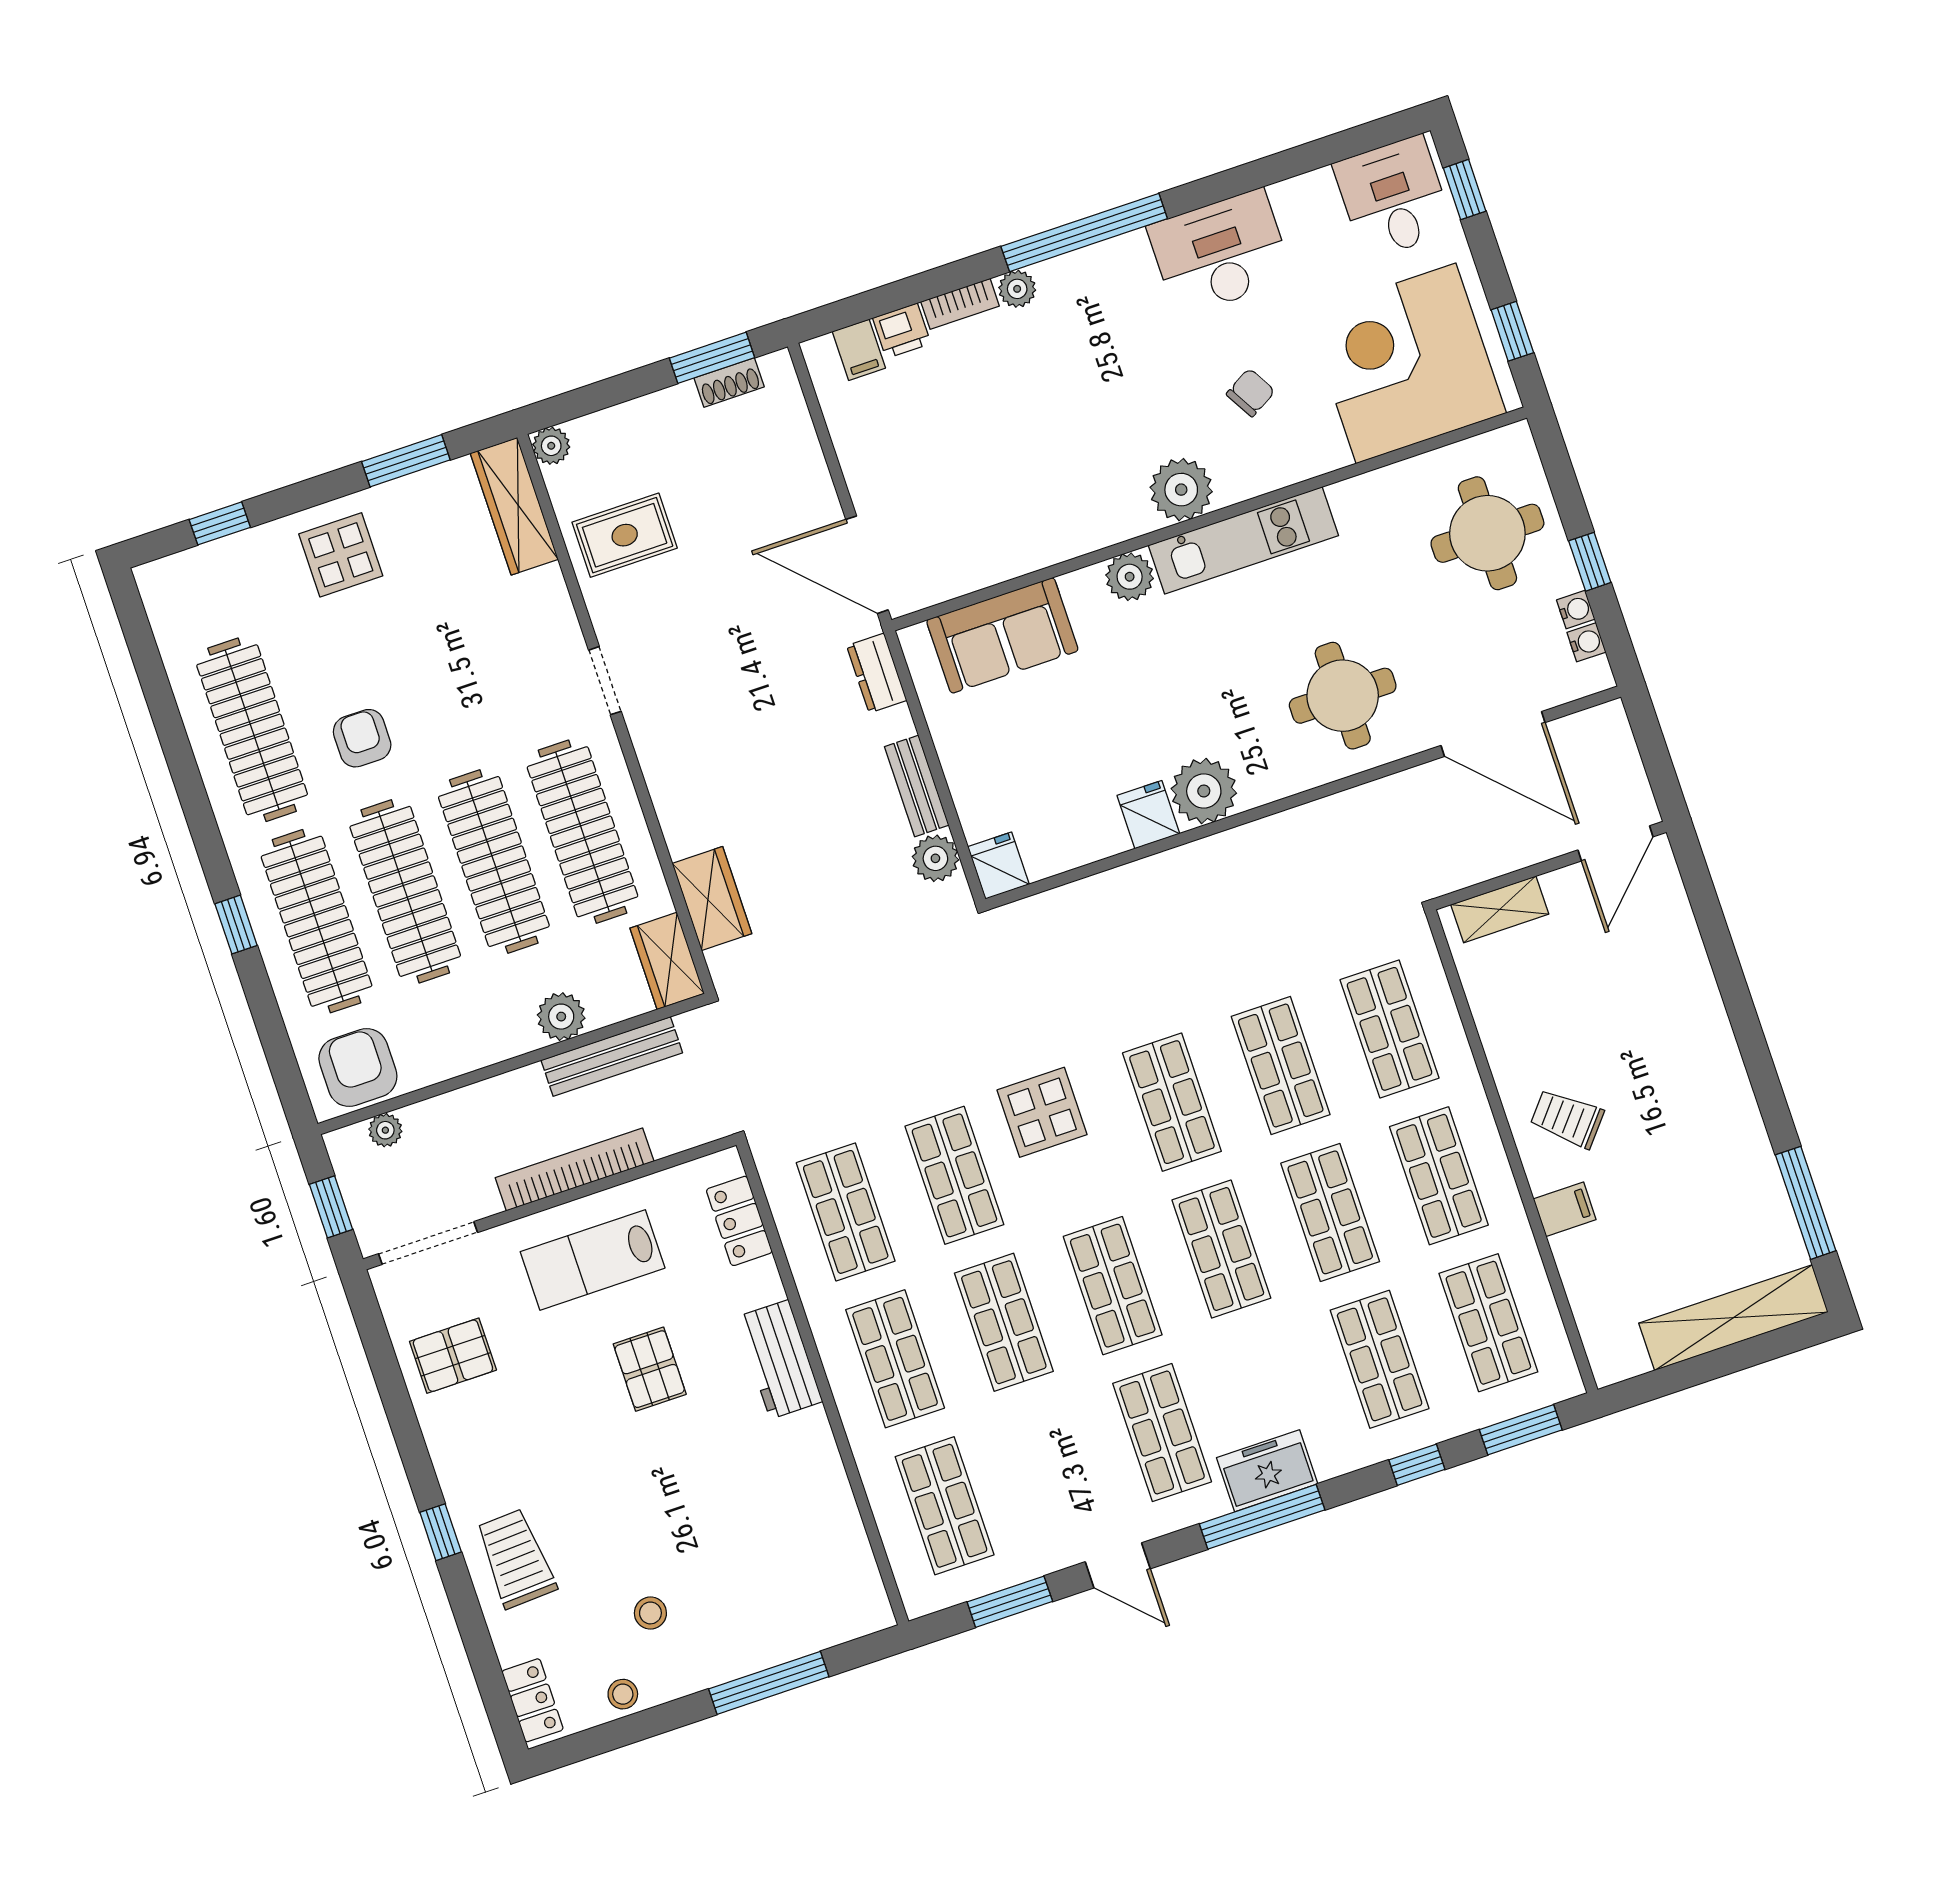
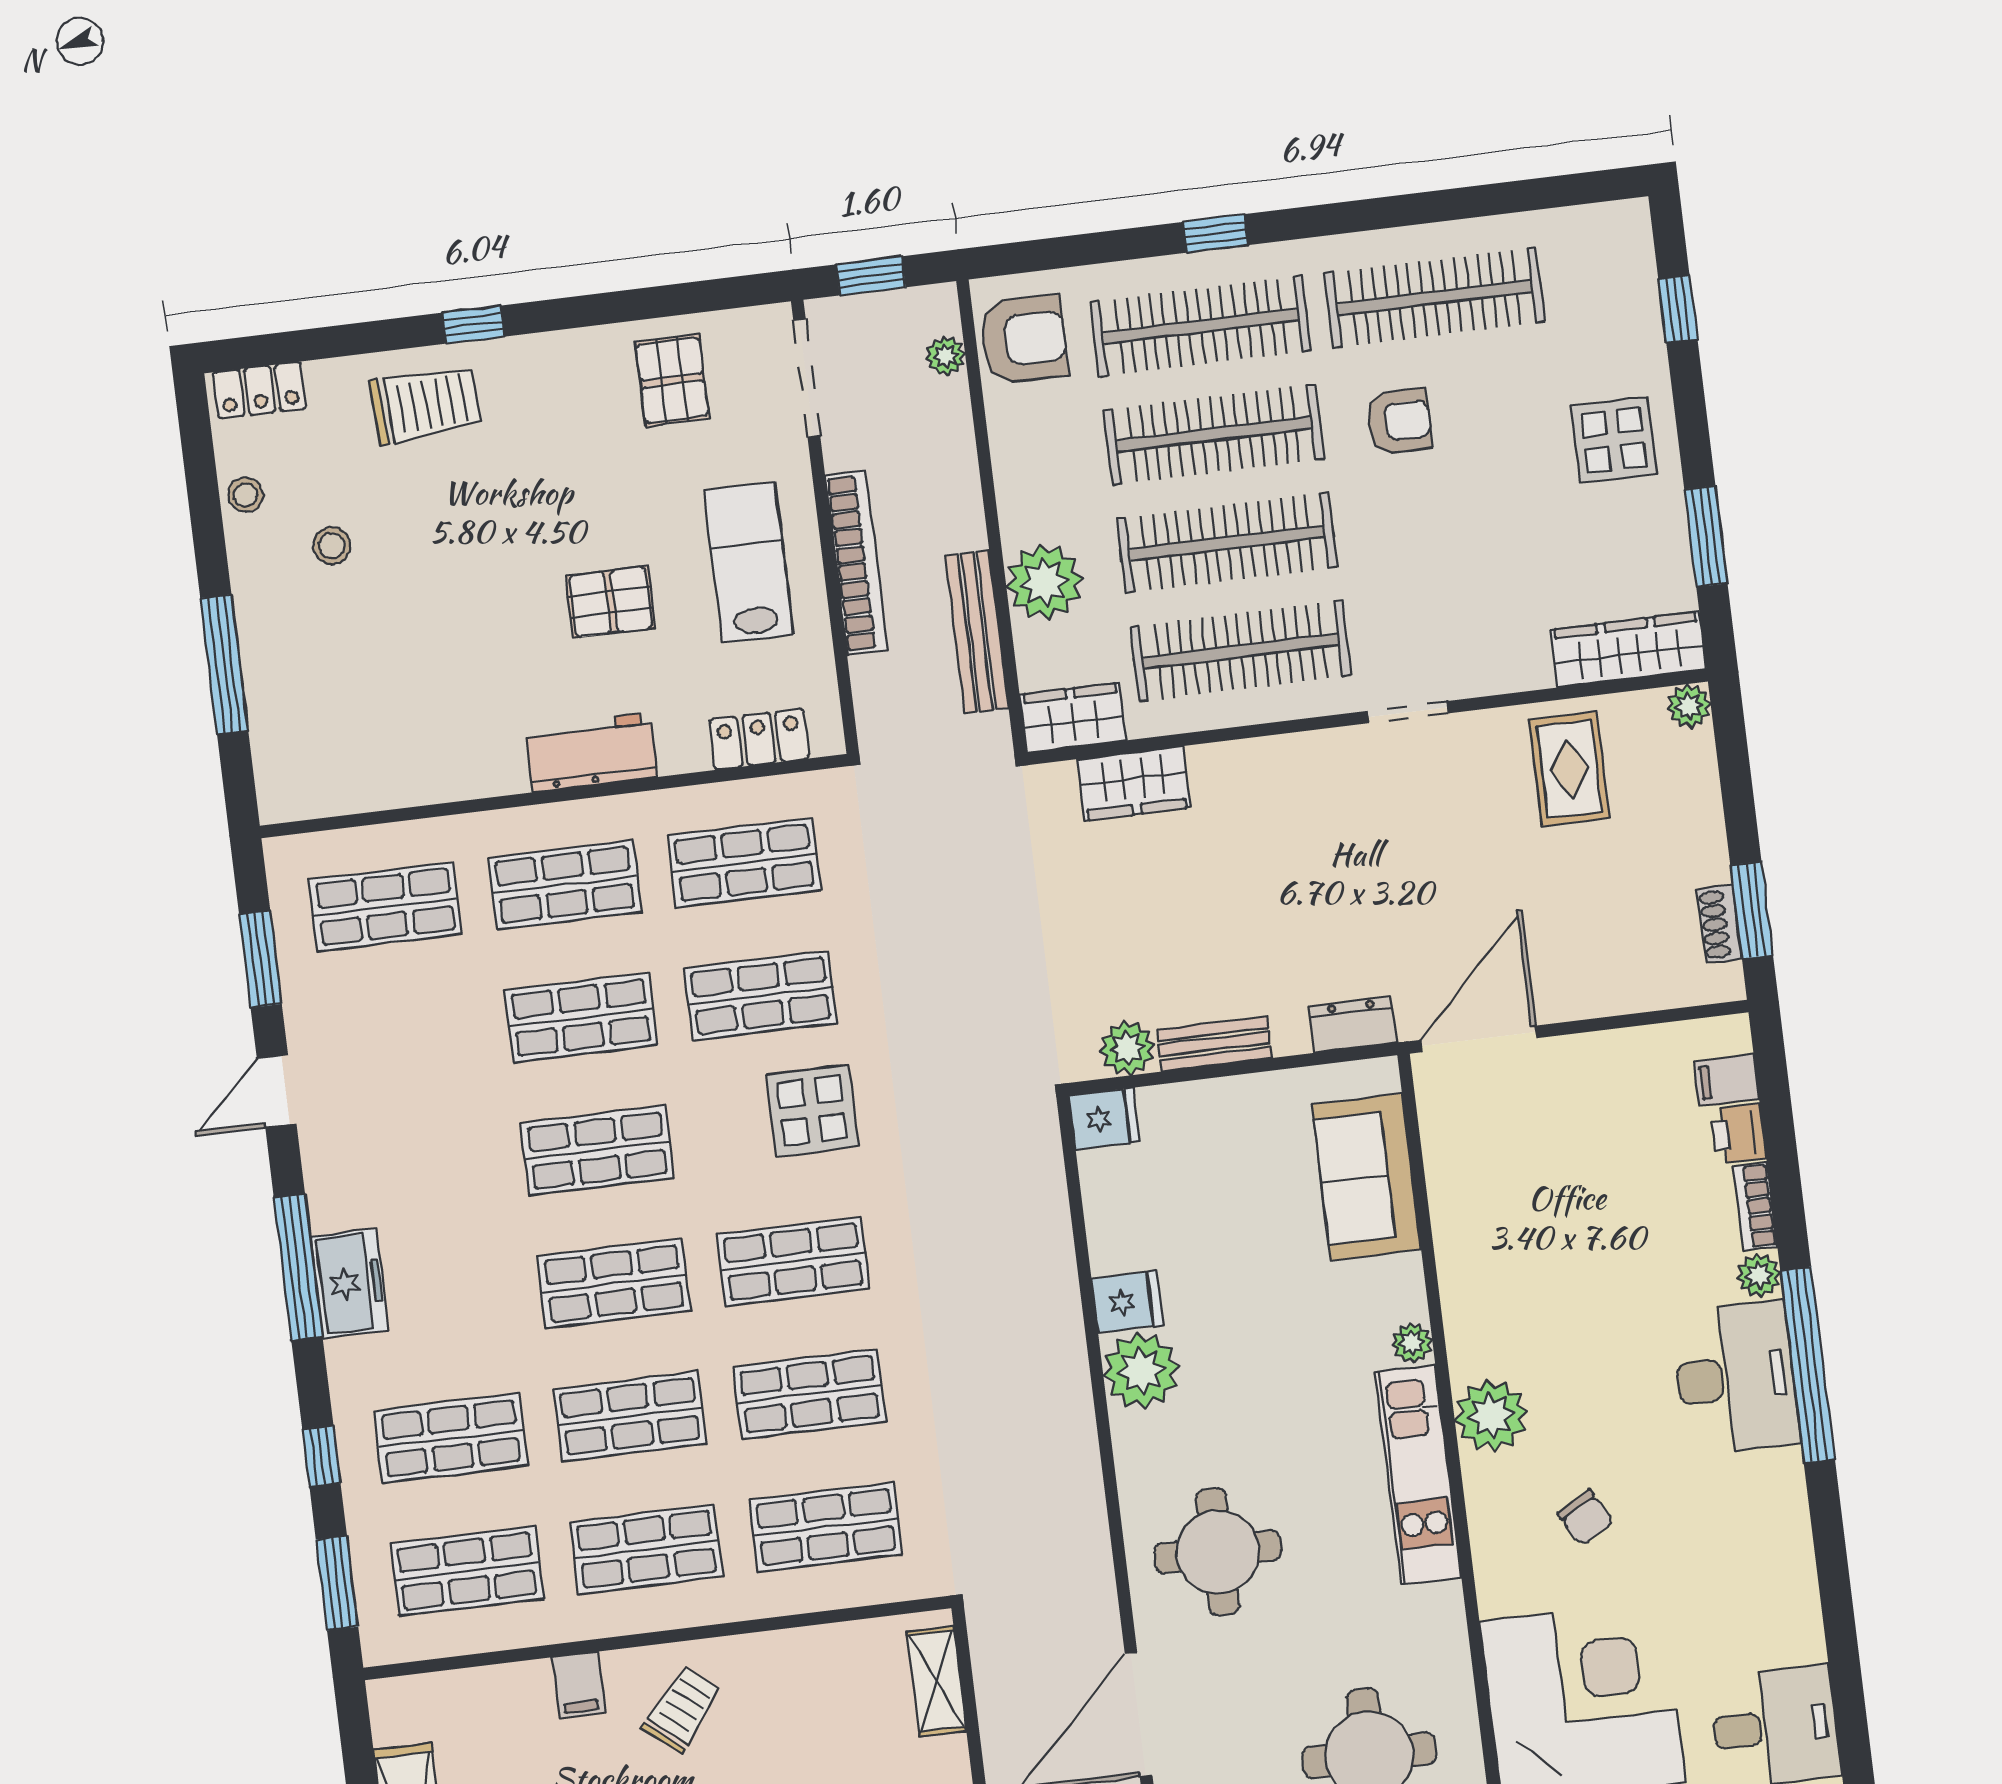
desk: (1220, 253) -> (1736, 1378), moved
plant: (1130, 577) -> (1412, 1343), width x0.73, depth x0.73
plant: (561, 1017) -> (1044, 582), width x1.36, depth x1.36
shop shelf: (1162, 1433) -> (418, 1173), removed

